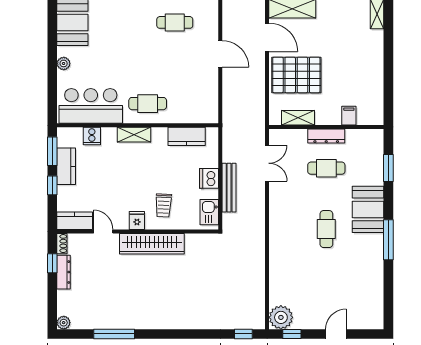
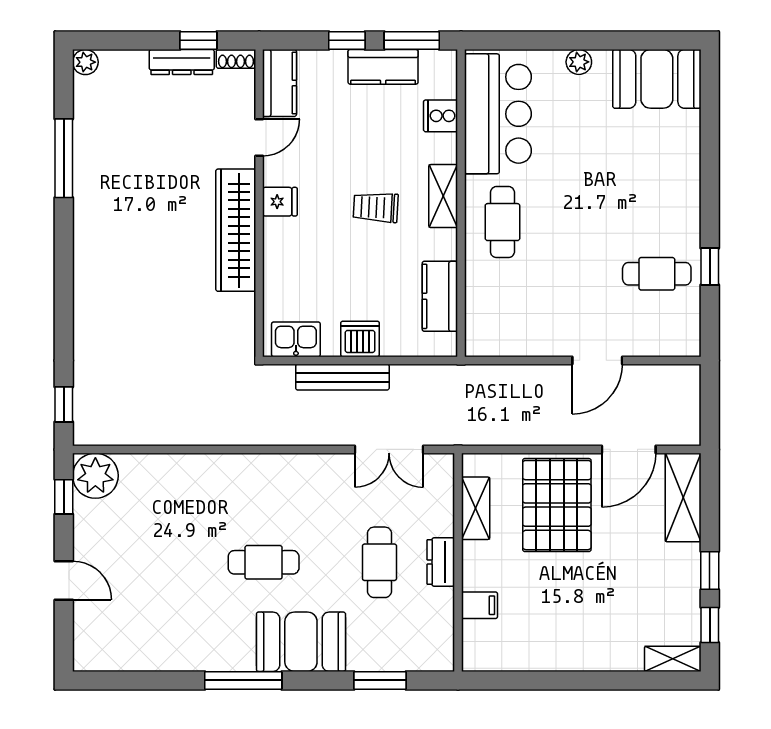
cafe table: (175, 22) -> (657, 274), turned 90
dresser: (326, 136) -> (441, 562), width x0.70
trolley: (163, 205) -> (376, 207), moved

